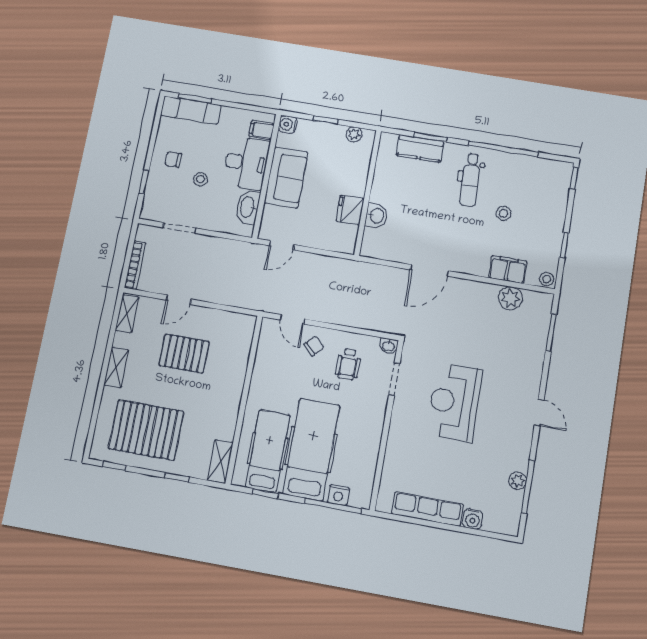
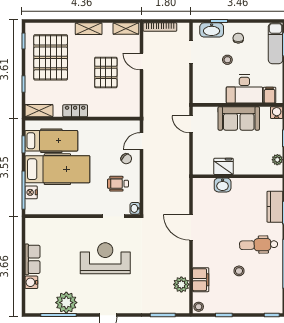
washbasin: (248, 207) -> (212, 30), moved, turned 180
locker: (231, 408) -> (75, 111), added
plant: (518, 481) -> (66, 303), width x1.88, depth x1.88
row of seats: (427, 509) -> (32, 259), width x0.68

